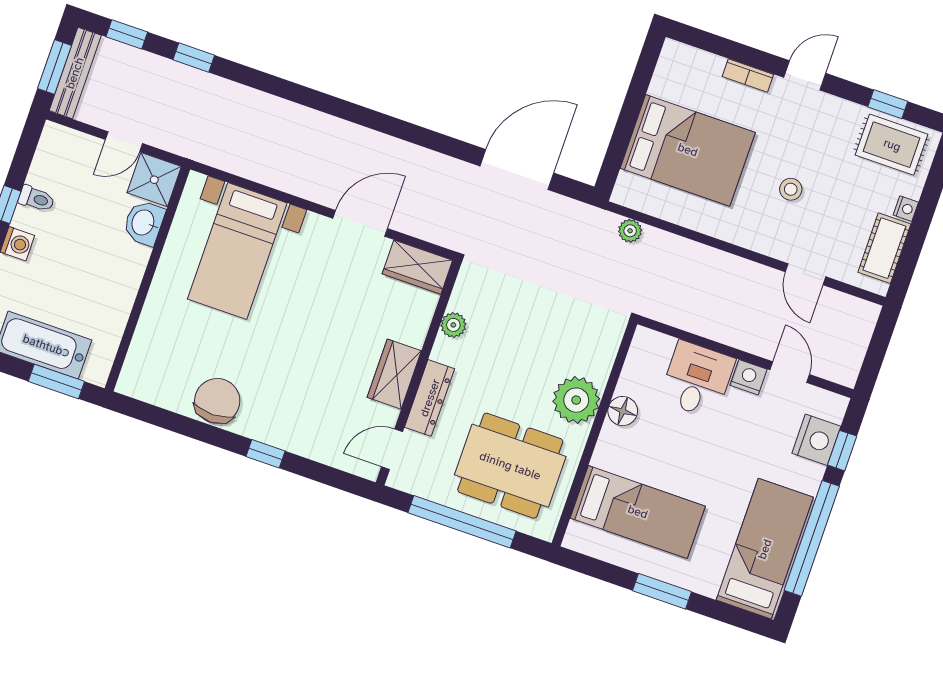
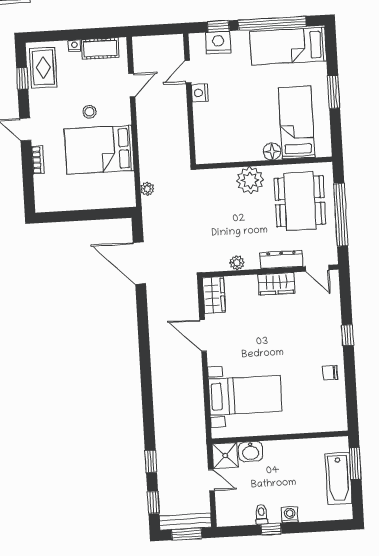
bed: (688, 150) -> (99, 150), moved, turned -90
desk: (697, 380) -> (212, 120), removed
chair: (217, 401) -> (330, 373), width x0.54, depth x0.54
floor lamp: (623, 411) -> (272, 151), moved

